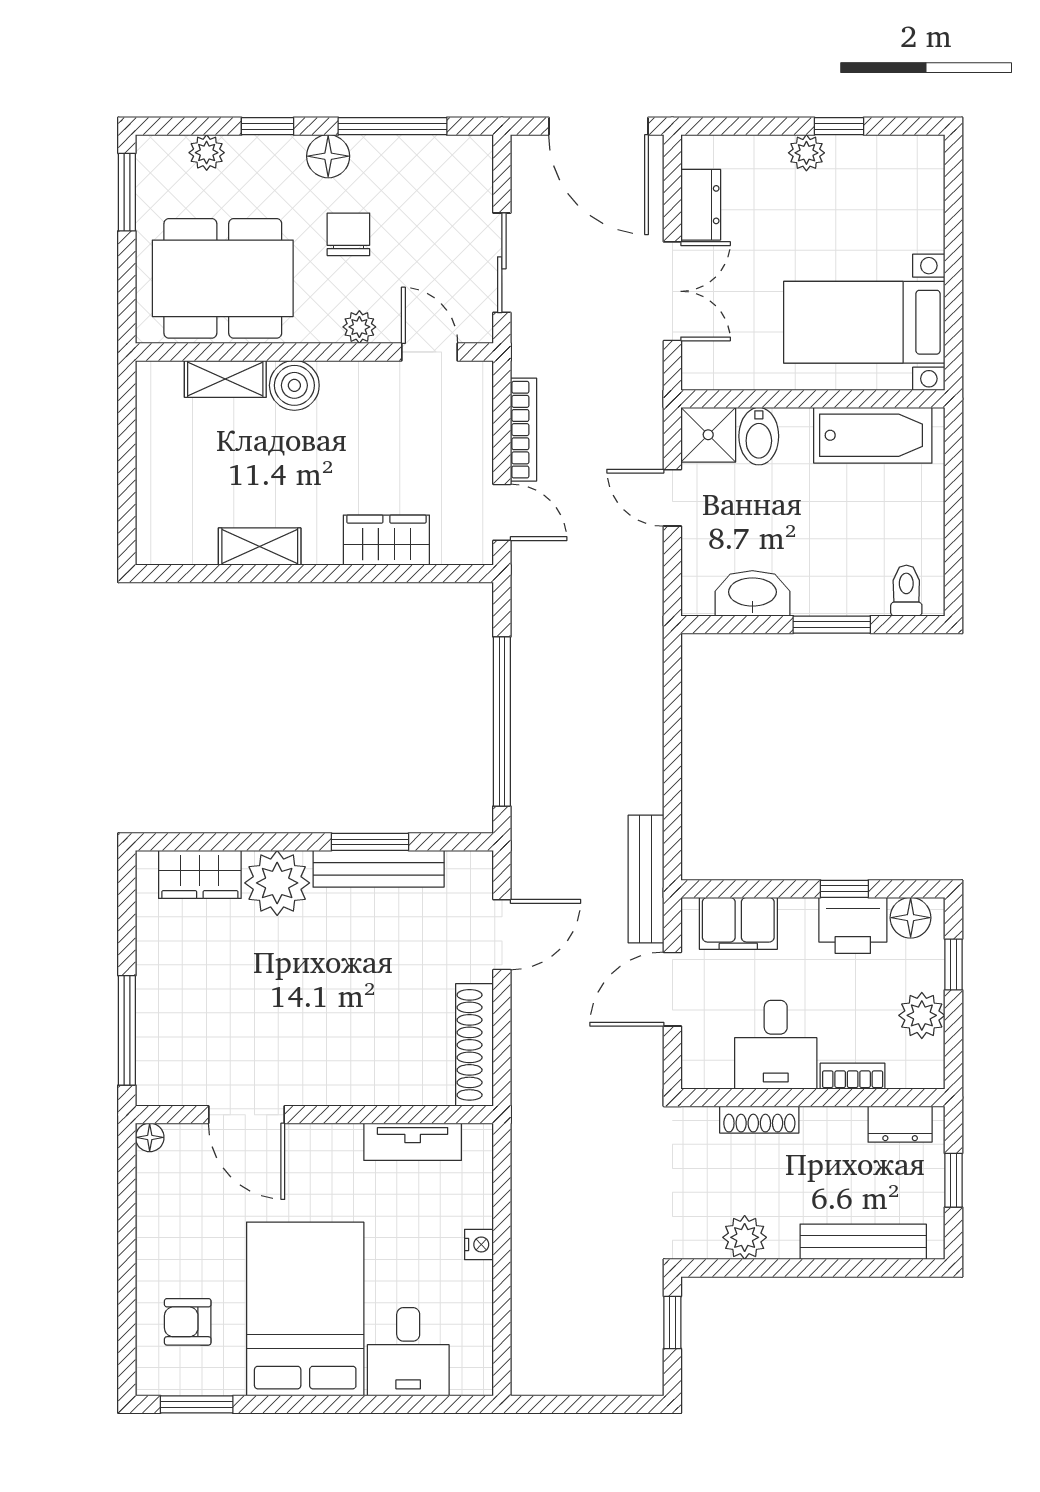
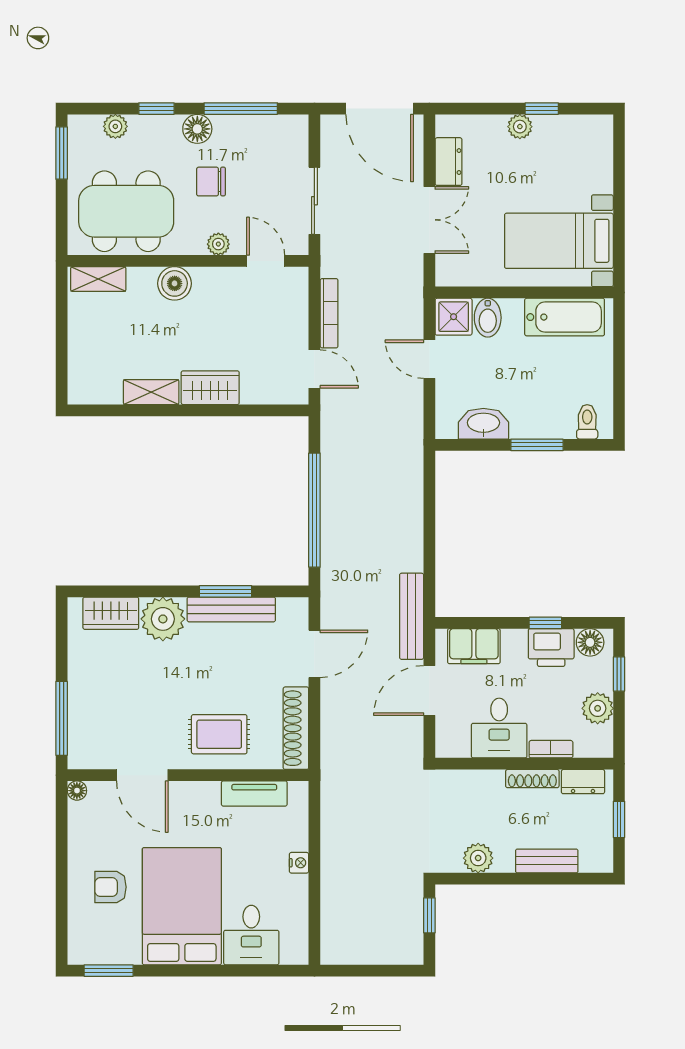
chair: (348, 234) -> (211, 182), turned -90
shelving: (225, 379) -> (98, 279), moved
wardrobe: (386, 540) -> (210, 388), moved
rug: (361, 1054) -> (219, 734), added
shoe rack: (759, 1120) -> (532, 779), moved
bench: (863, 1242) -> (547, 861), width x0.73
armchair: (188, 1322) -> (111, 887), moved

